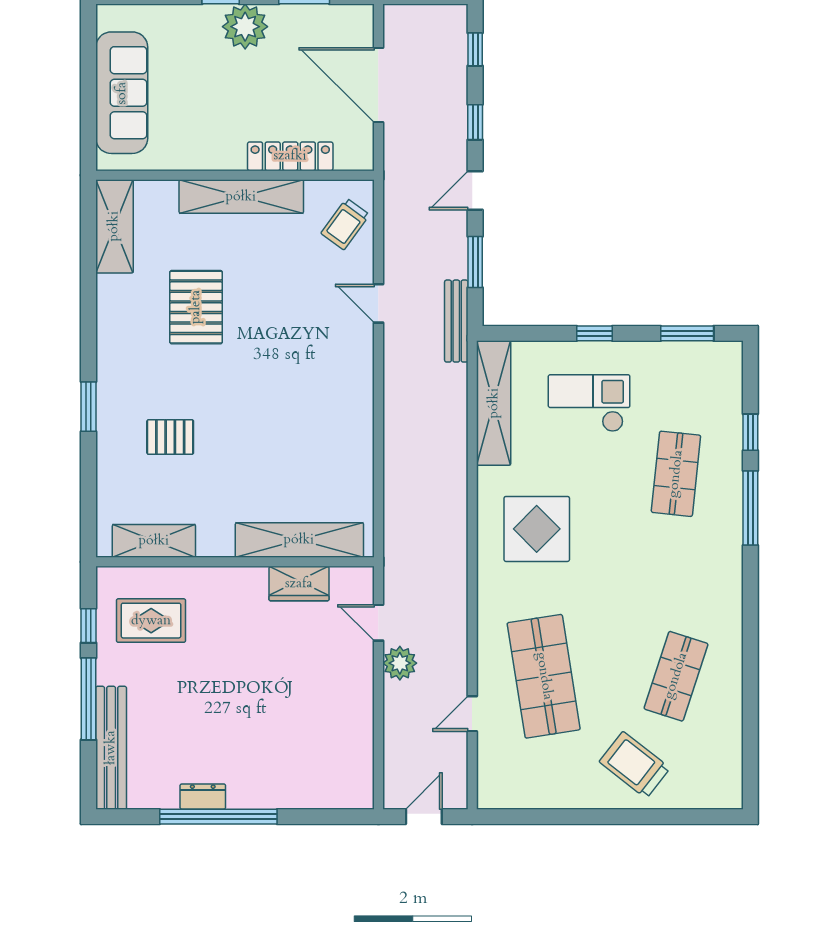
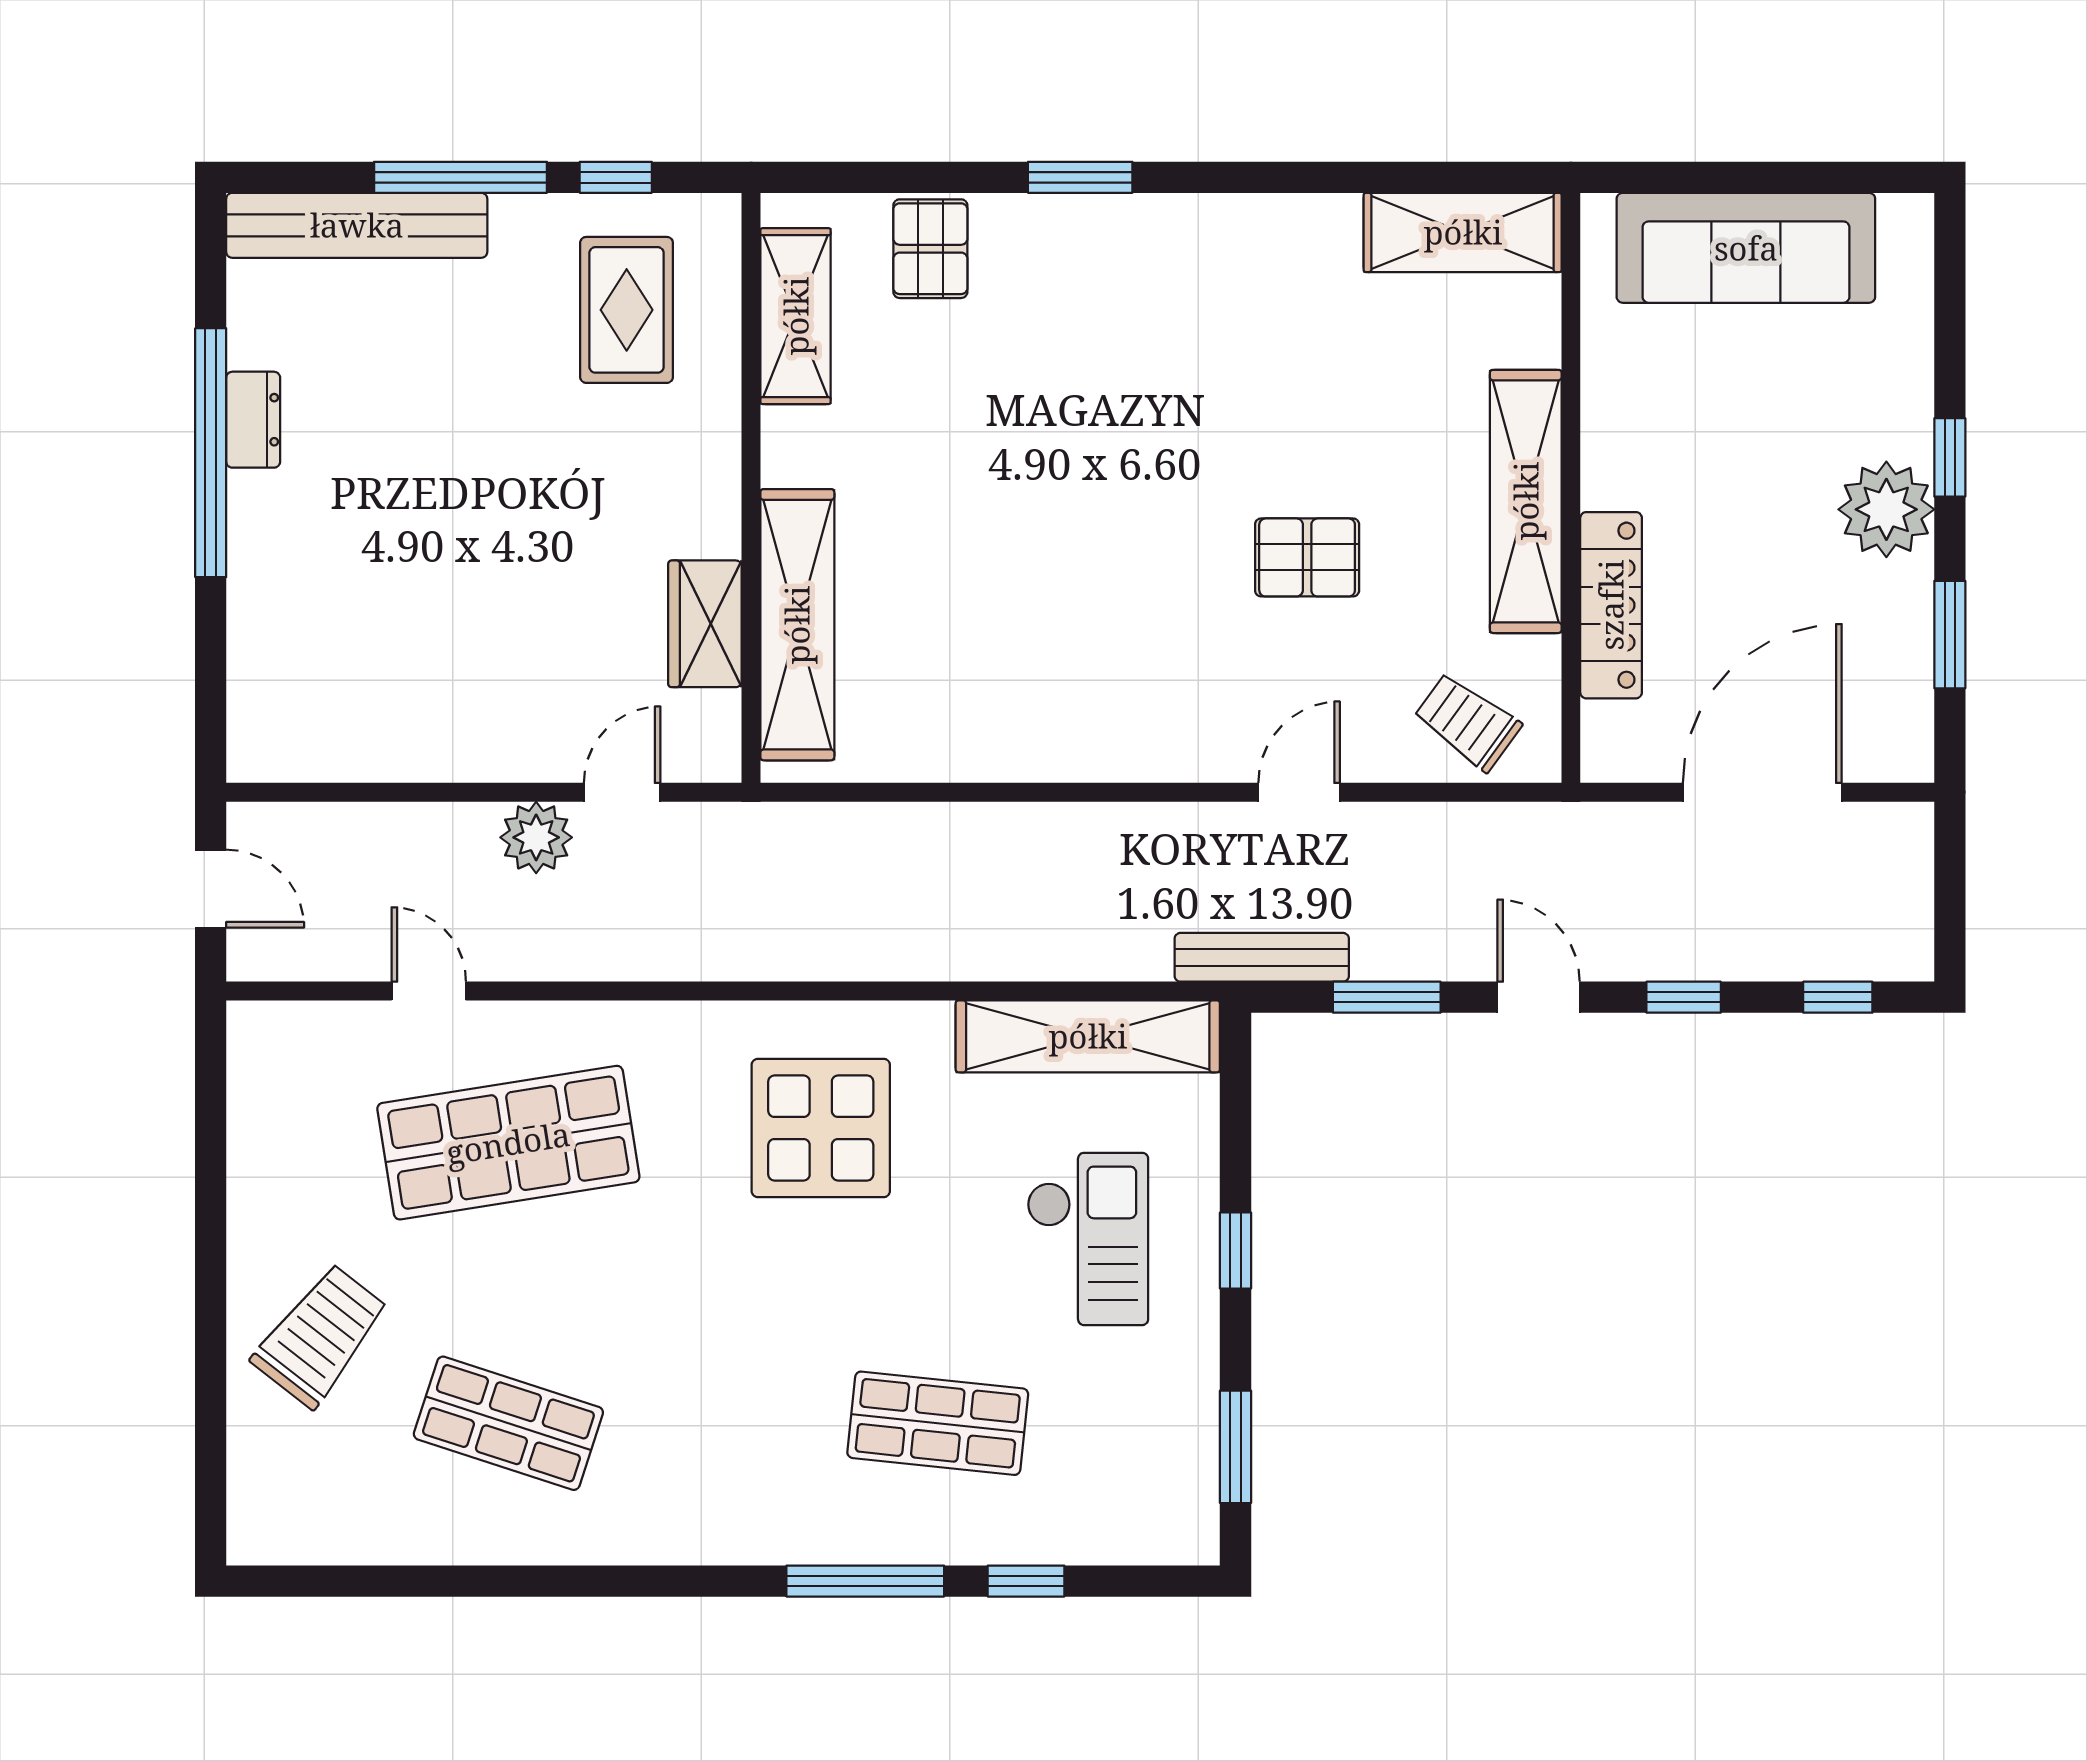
pallet: (196, 307) -> (1307, 557), moved, width x0.67, depth x0.71
pallet: (170, 437) -> (930, 249), moved

